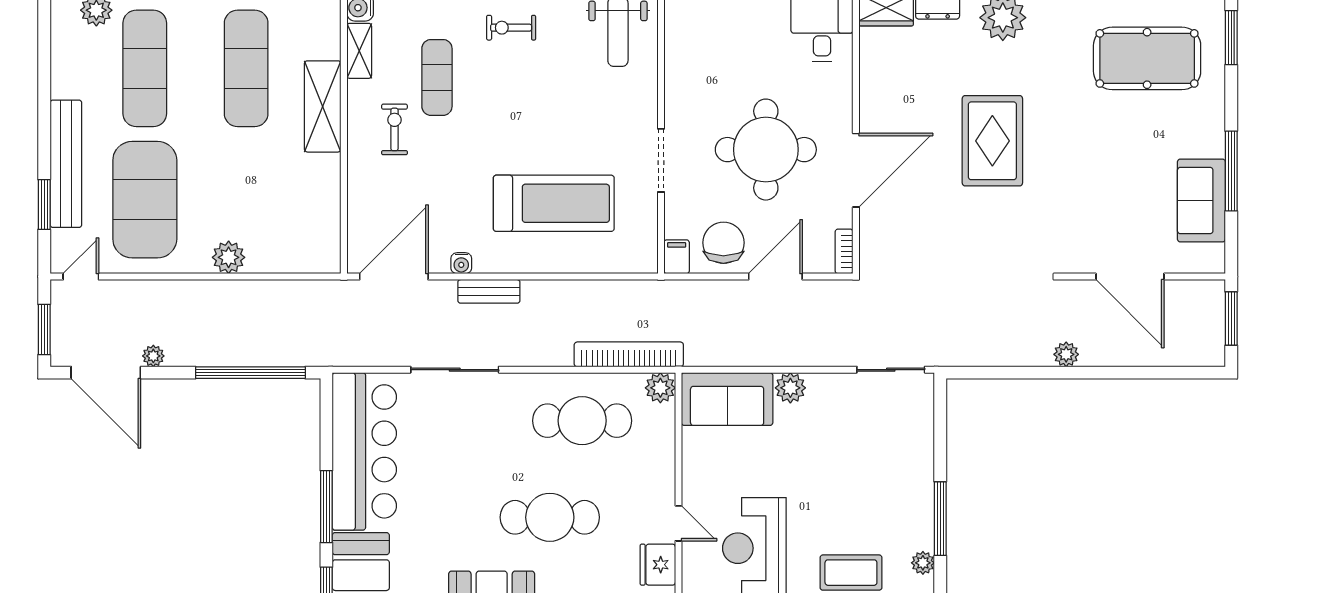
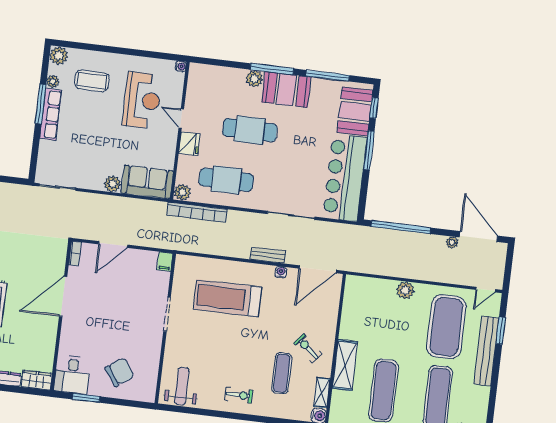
exercise bike: (394, 129) -> (308, 348), turned 130
round table: (766, 150) -> (110, 313), removed
chair: (723, 243) -> (120, 372), moved, turned -125
window: (44, 329) -> (509, 264), removed
row of seats: (919, 502) -> (51, 114), added
fridge: (658, 565) -> (189, 144), moved

